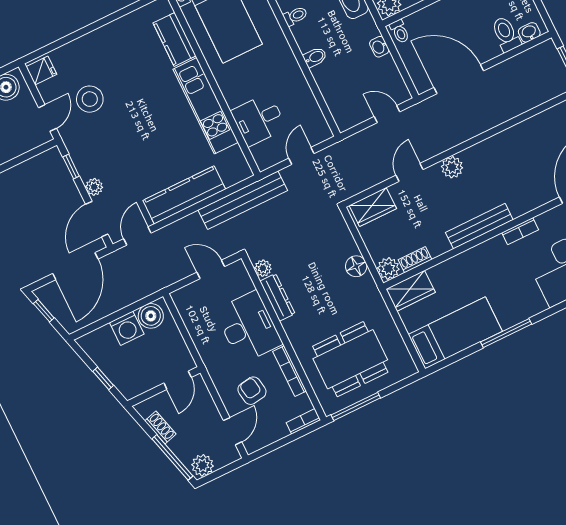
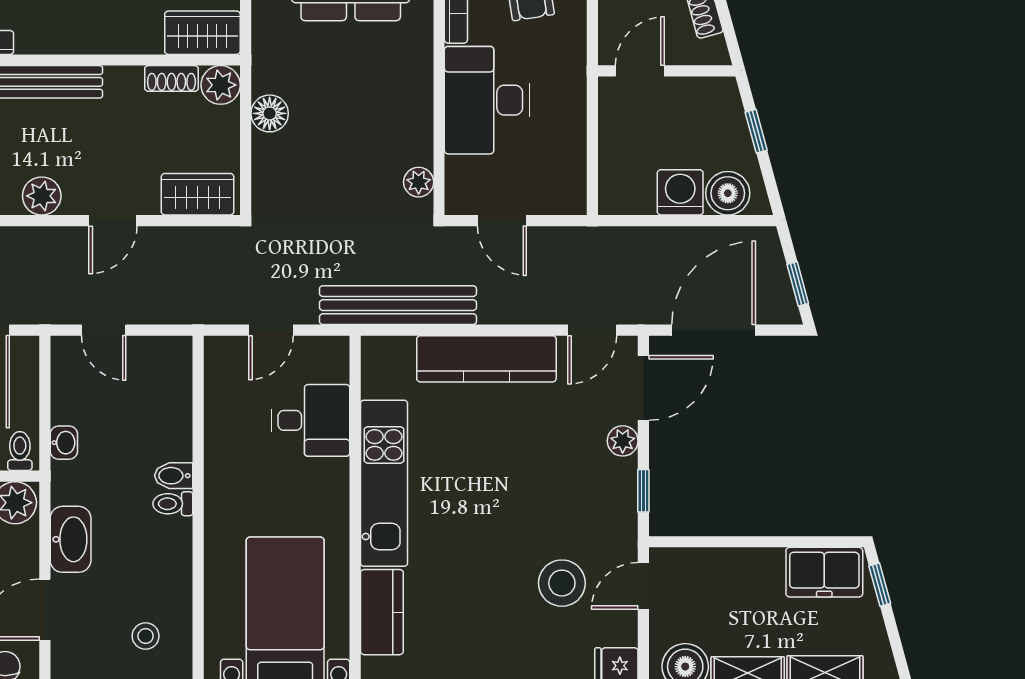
toilet: (295, 16) -> (173, 504), moved
dresser: (277, 297) -> (418, 125), removed
boiler: (151, 316) -> (728, 193), moved

